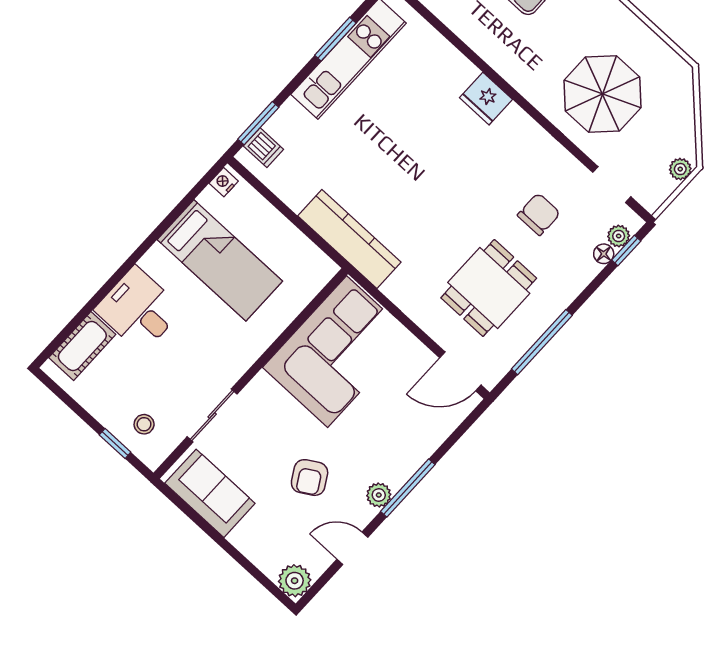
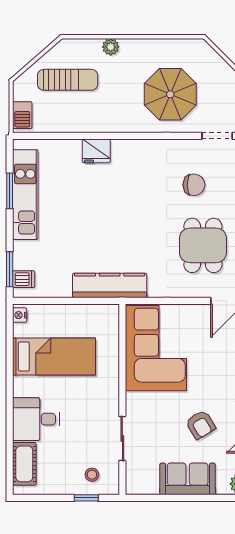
fridge: (486, 99) -> (96, 151), moved
chair: (539, 214) -> (194, 185), turned 90
sofa: (210, 493) -> (188, 479), moved

